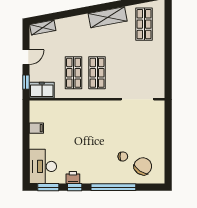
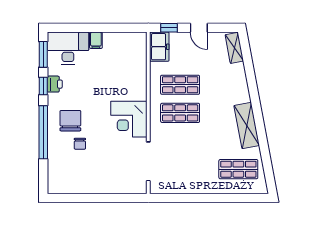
corner desk: (102, 115) -> (129, 119), added
filing cabinet: (36, 128) -> (96, 40), moved
chair: (143, 166) -> (70, 121), moved, turned -124

